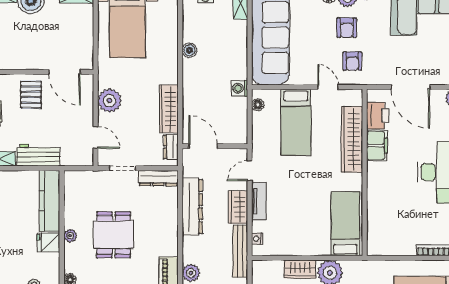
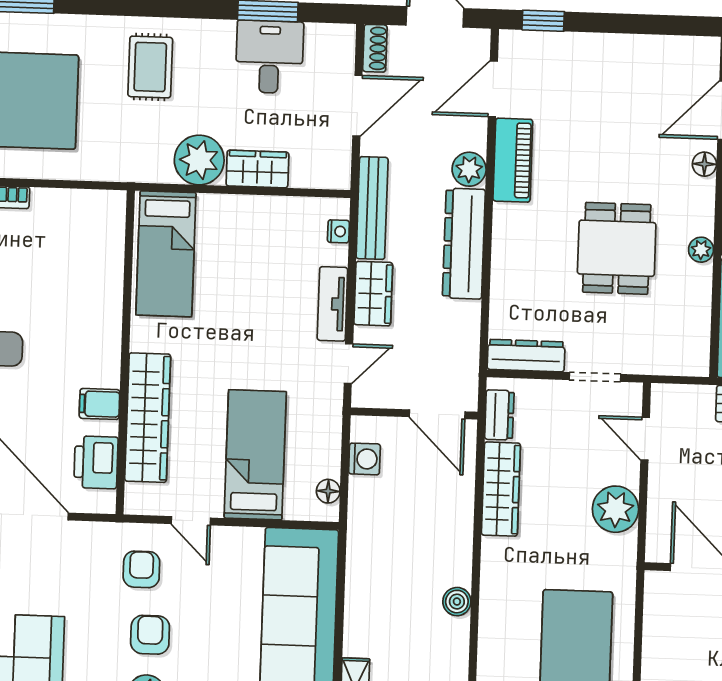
washing machine: (240, 88) -> (364, 459), moved
filing cabinet: (377, 145) -> (100, 404), width x0.50
dresser: (192, 207) -> (464, 244), moved

